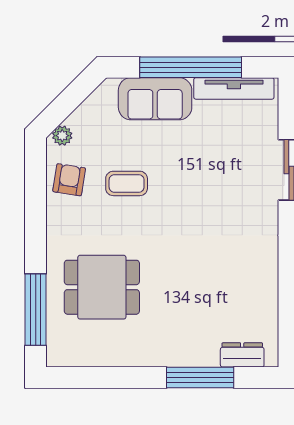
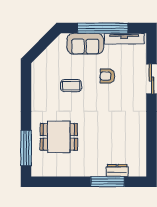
plant: (62, 136) -> (39, 62), removed
armchair: (69, 180) -> (107, 76), moved, turned -99
dresser: (242, 355) -> (117, 170), moved

